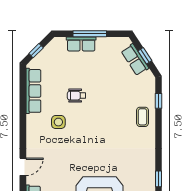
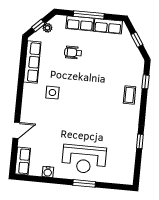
plant: (46, 52) -> (47, 28), added
row of seats: (135, 60) -> (108, 26), moved, turned -57
wheelchair: (77, 96) -> (73, 53), moved
window: (159, 179) -> (140, 141), moved

